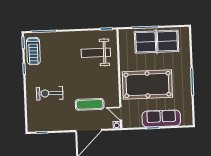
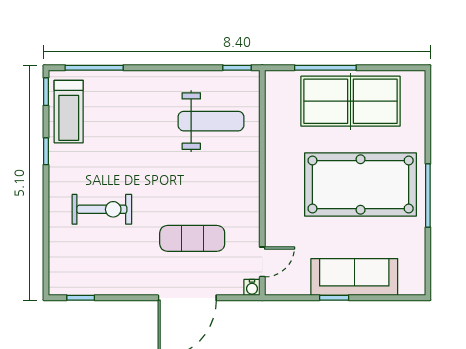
weight bench: (96, 53) -> (211, 121), turned 180
pool table: (147, 85) -> (361, 185), moved
exercise bike: (50, 93) -> (102, 209), turned 180
door: (121, 113) -> (262, 262), swing flipped

